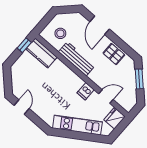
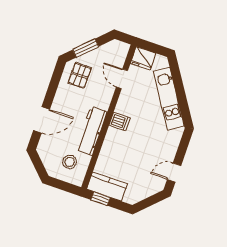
kitchen counter: (41, 53) -> (107, 187), moved, turned -90
pallet: (114, 54) -> (80, 75), moved
dishwasher: (86, 91) -> (120, 122), moved

